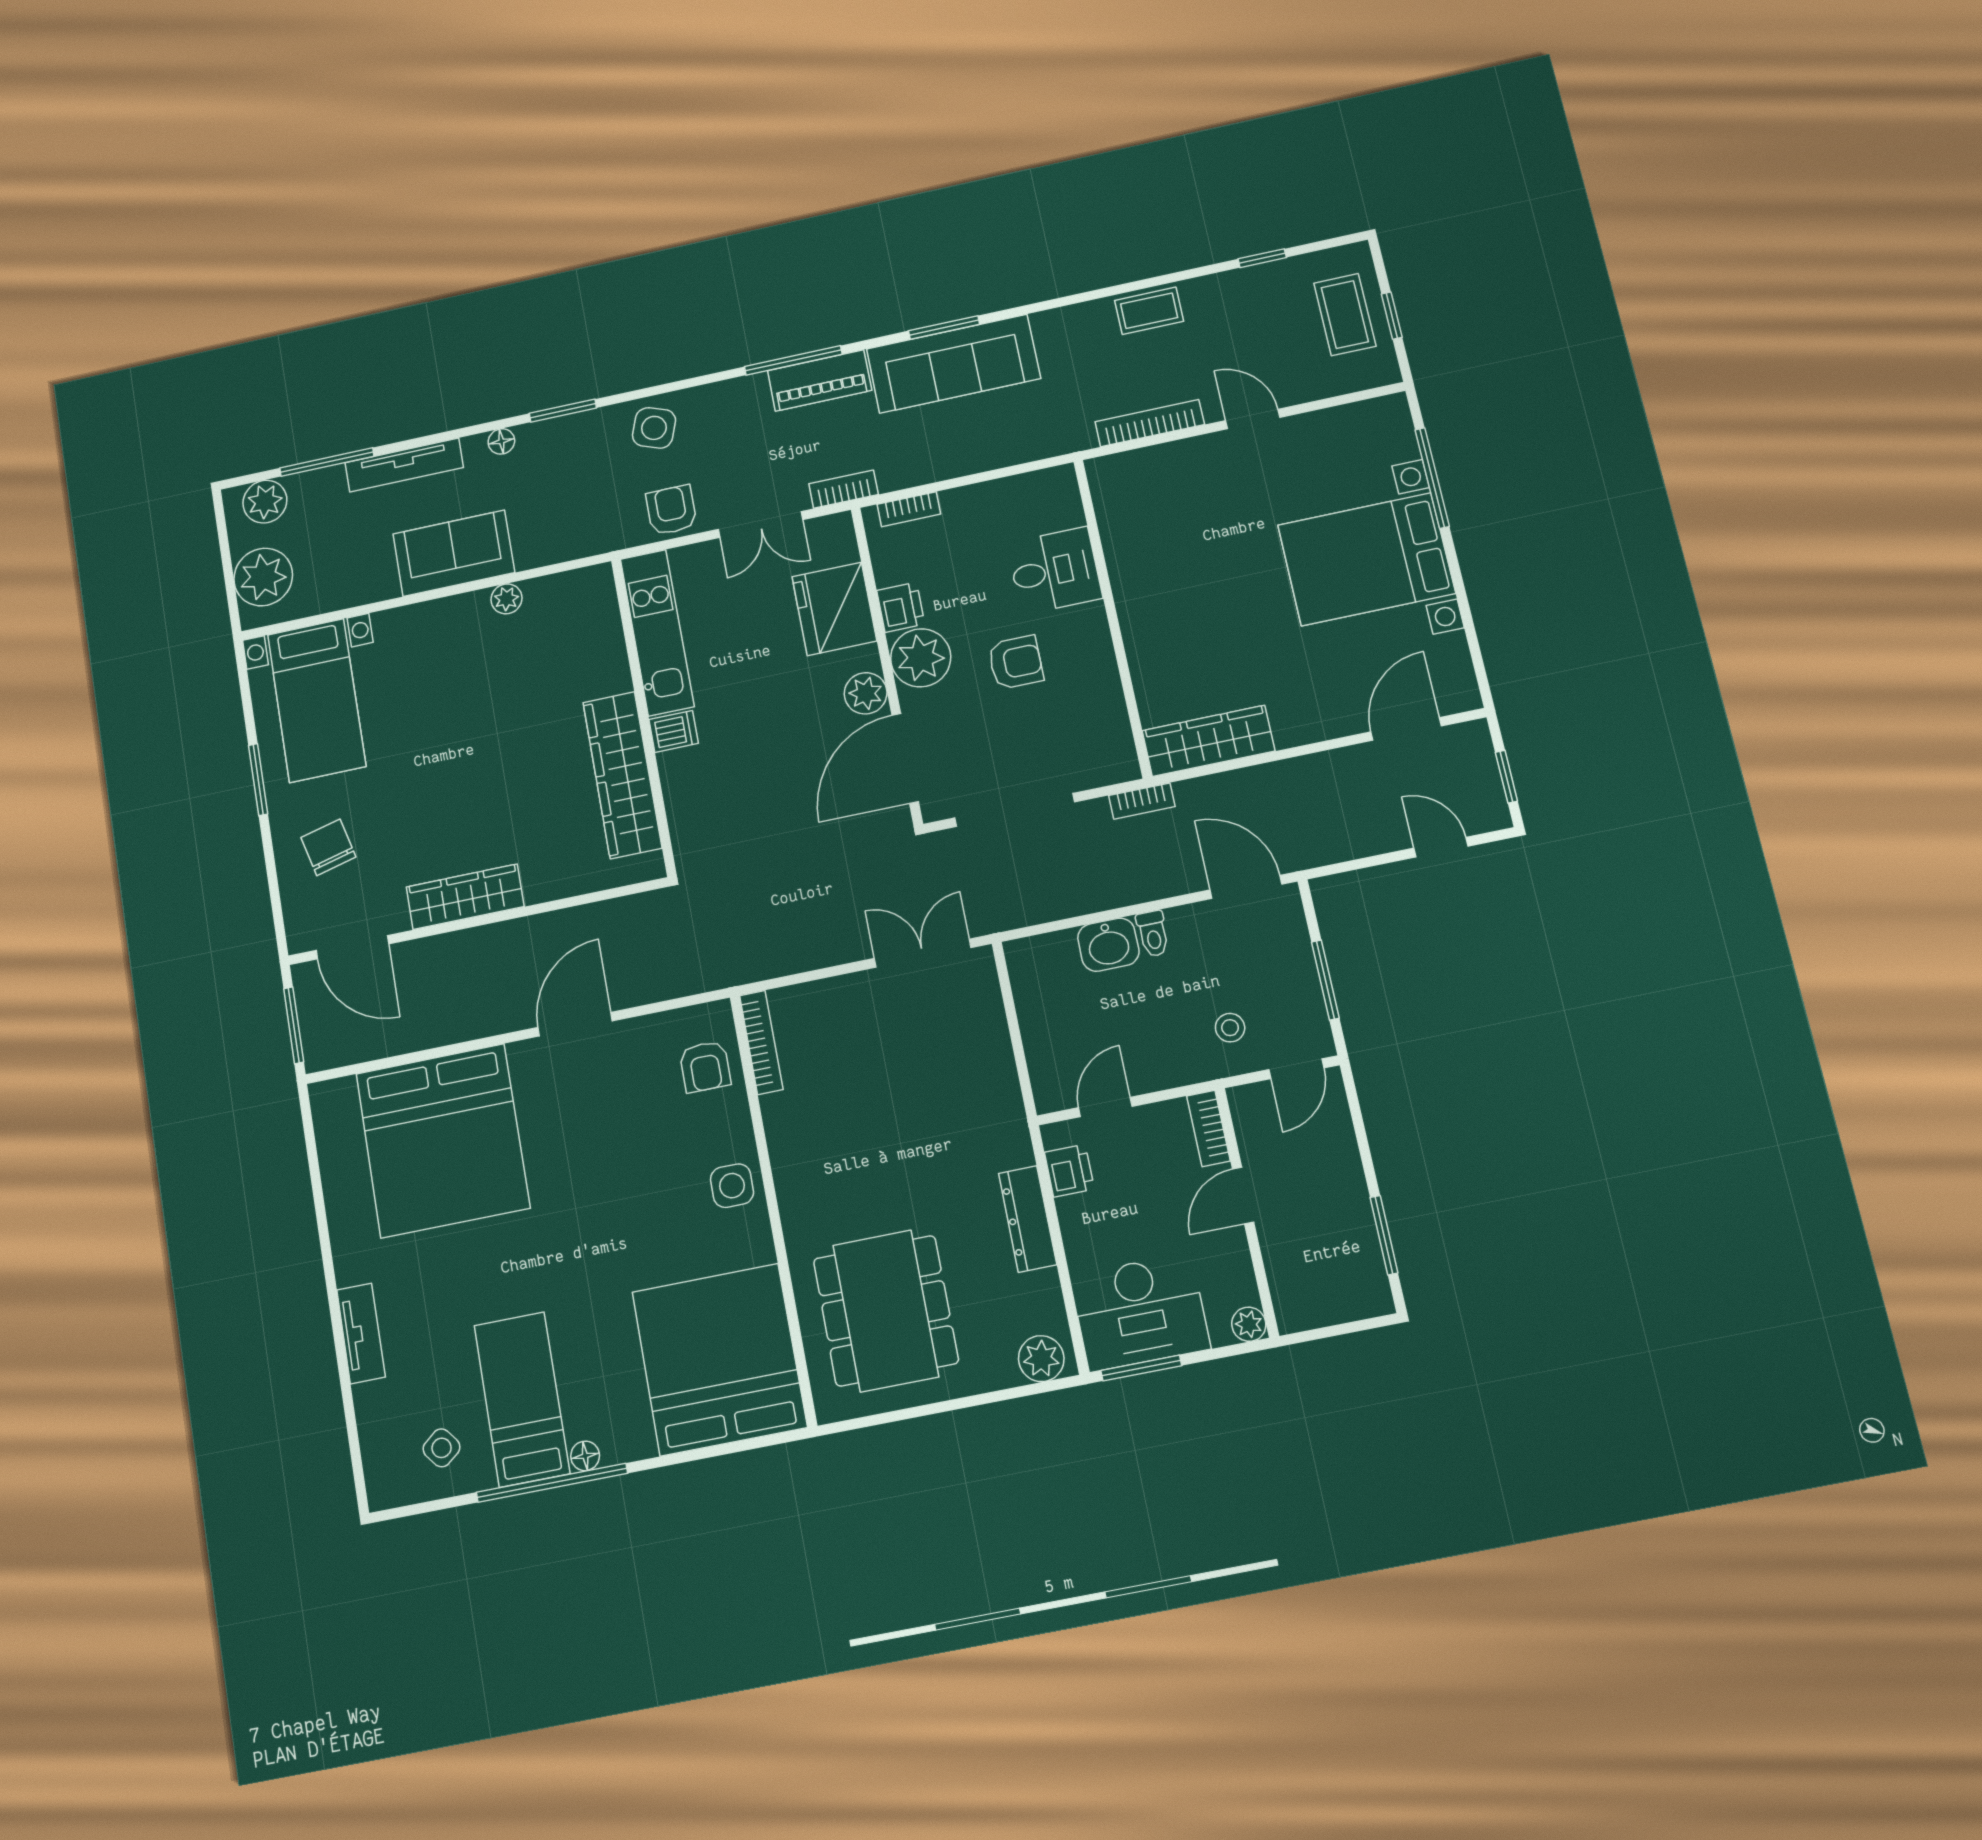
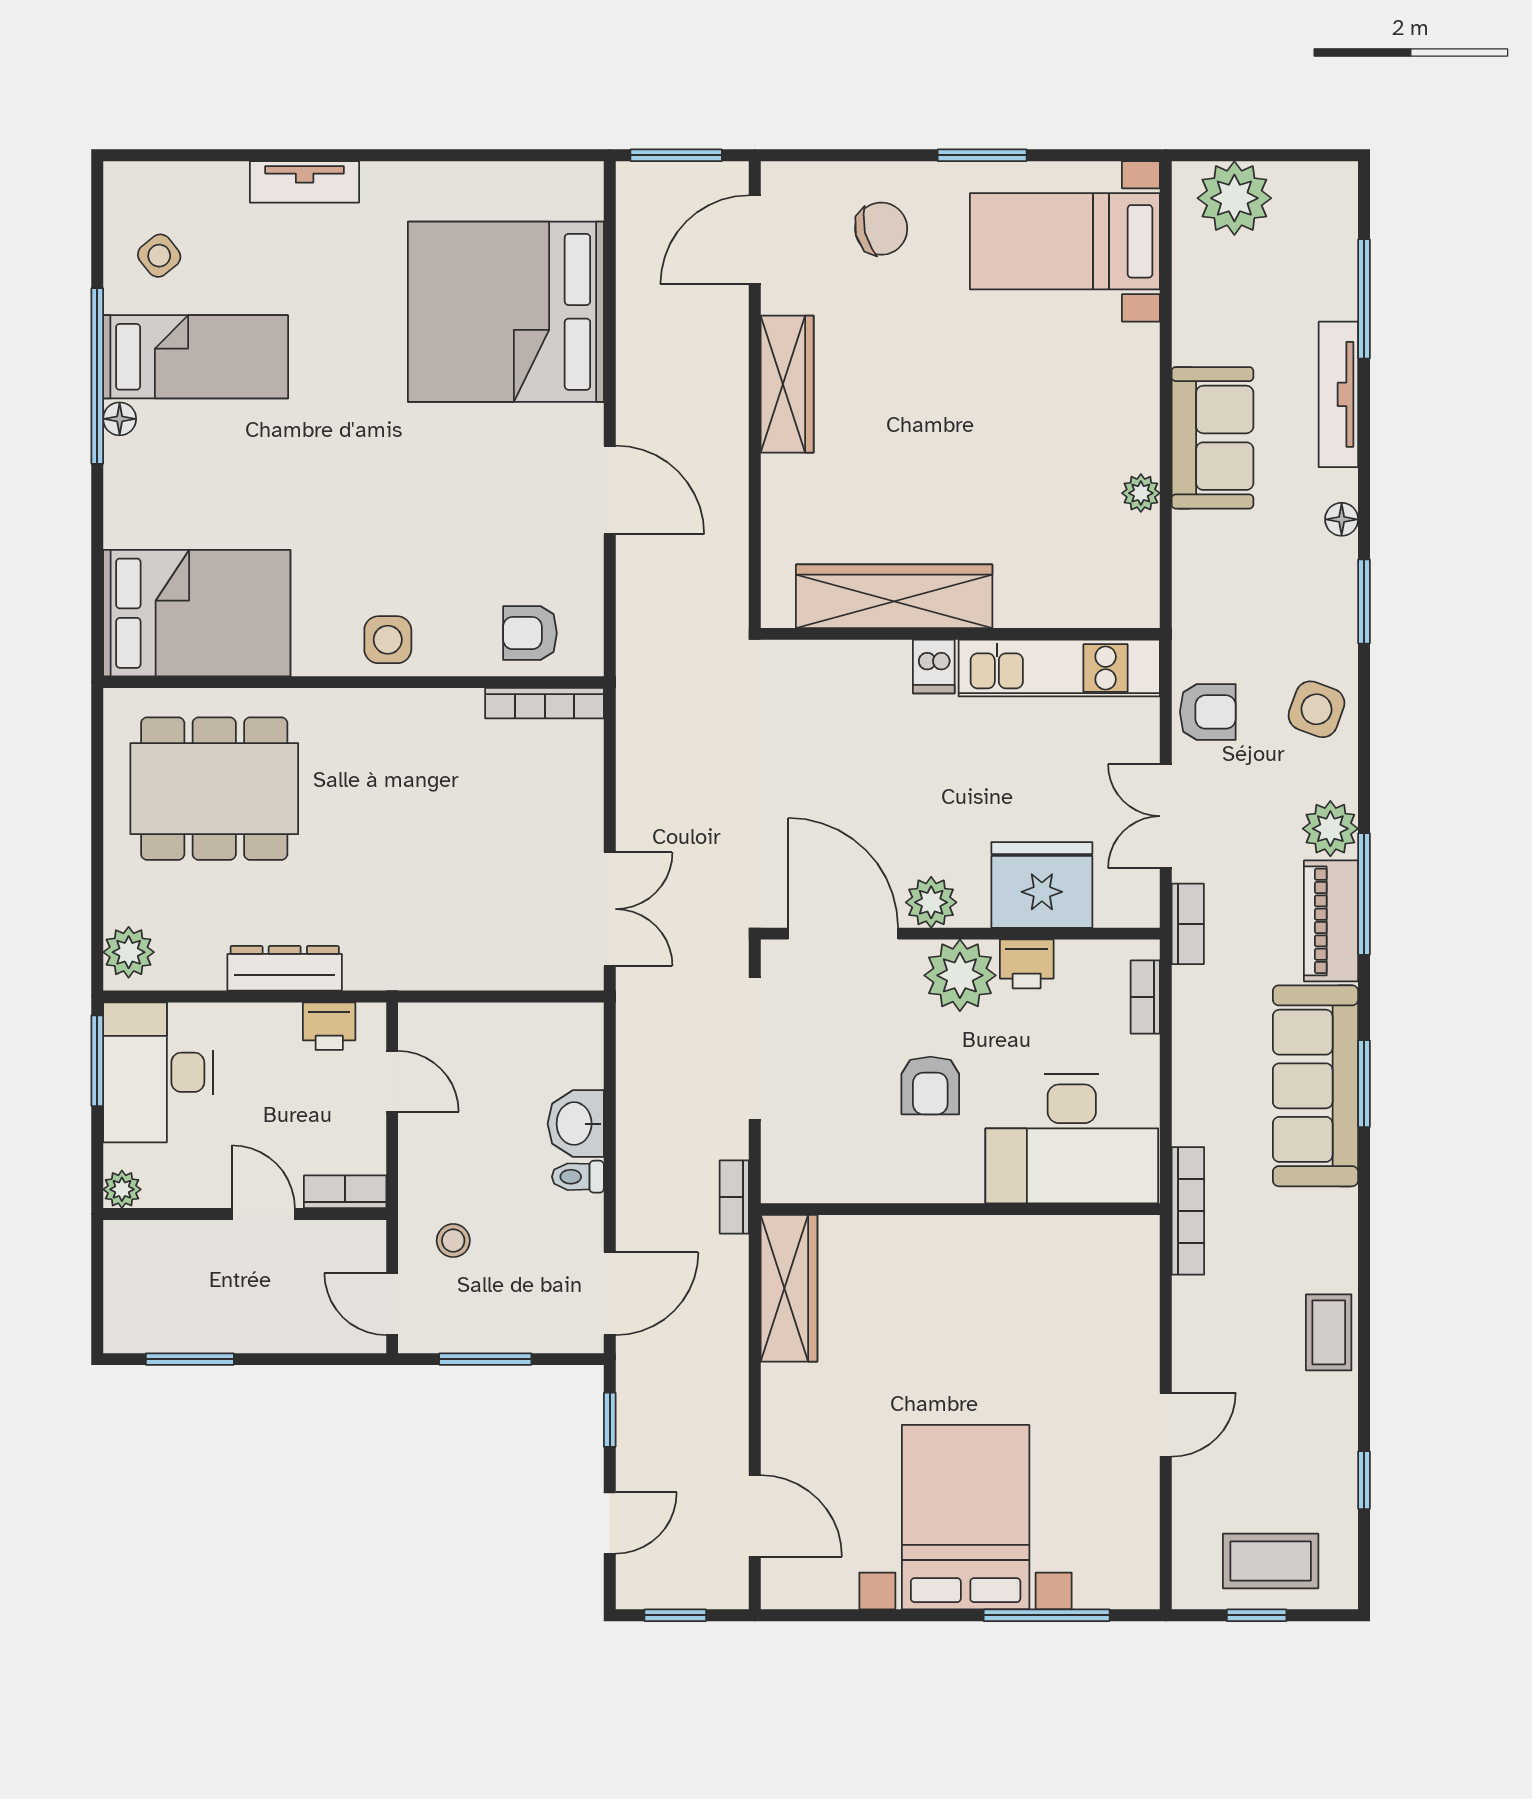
bookcase: (1150, 423) -> (1188, 1211), moved
plant: (265, 502) -> (1330, 829), moved
desk: (1055, 571) -> (1072, 1139), width x1.87, depth x1.30
window: (1353, 865) -> (610, 1420), added
bed: (719, 1359) -> (197, 613), width x0.73

